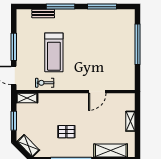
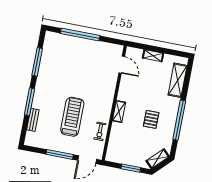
treadmill: (54, 52) -> (72, 117), turned -90
door: (97, 92) -> (122, 65), moved
shelving: (27, 98) -> (119, 112), moved

